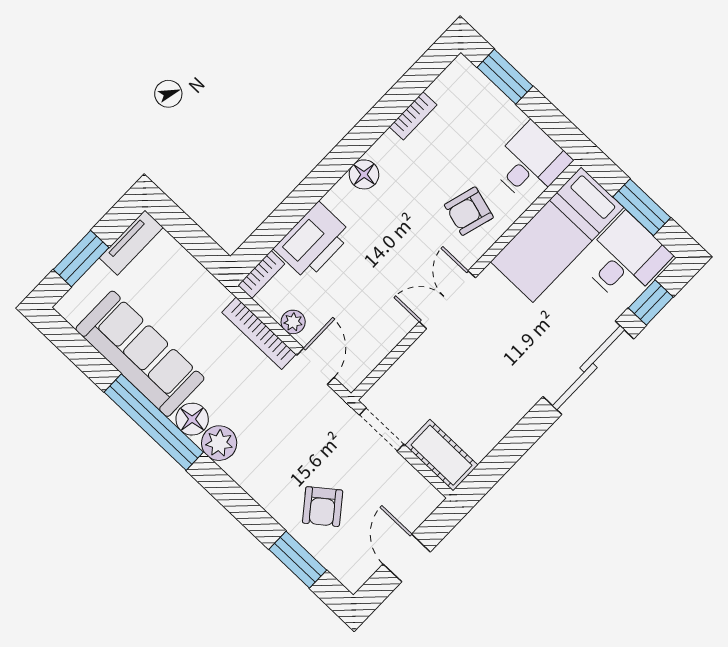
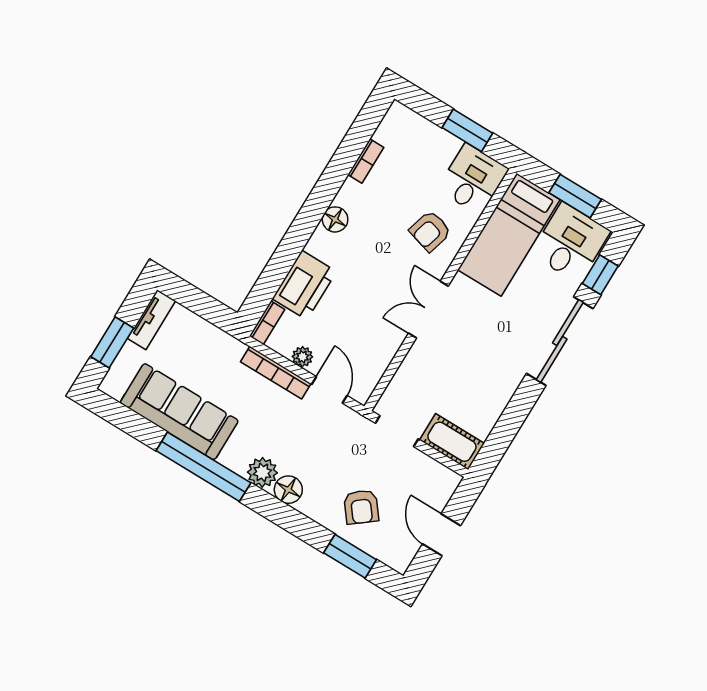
window: (505, 77) -> (467, 130), moved
floor lamp: (192, 419) -> (288, 490), moved

